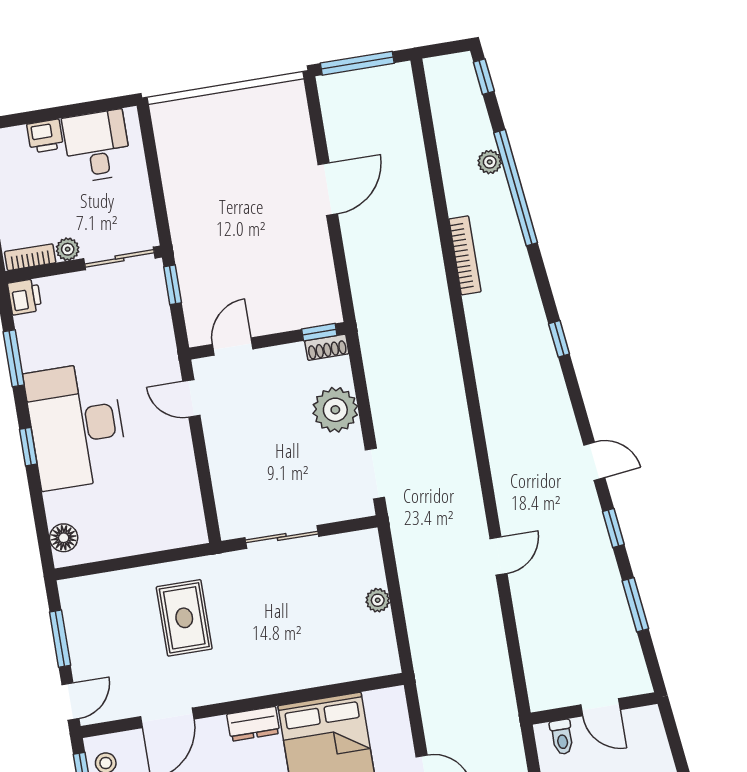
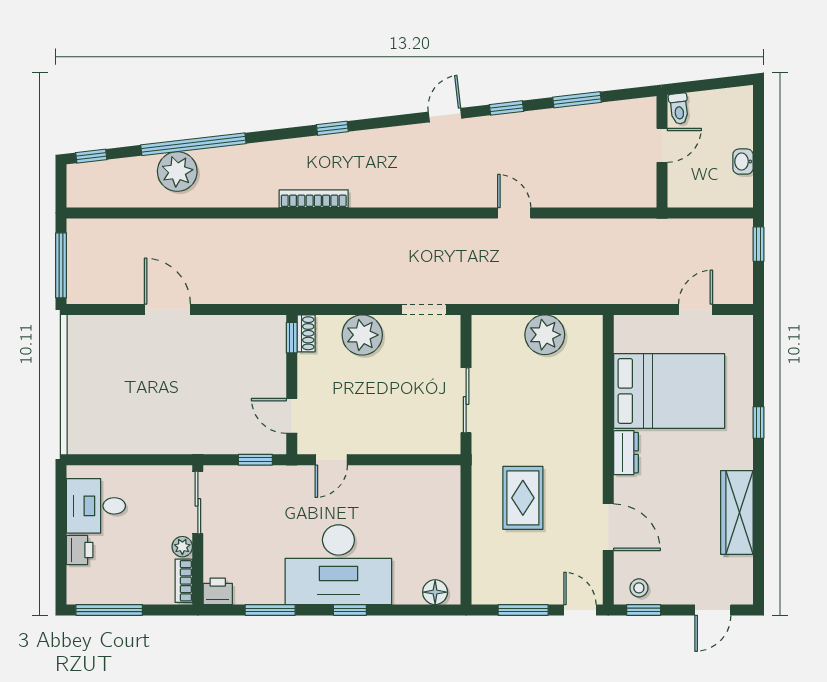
plant: (490, 162) -> (177, 172), width x1.88, depth x1.88
bookcase: (465, 255) -> (314, 199), moved
window: (173, 285) -> (255, 460), moved
plant: (378, 600) -> (545, 335), width x1.88, depth x1.88
rug: (184, 618) -> (523, 498), turned 90
toilet: (562, 737) -> (679, 109), moved, turned 83

